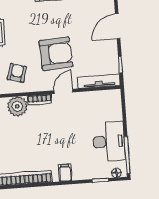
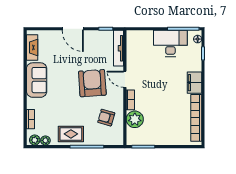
filing cabinet: (65, 173) -> (194, 83), width x2.00

